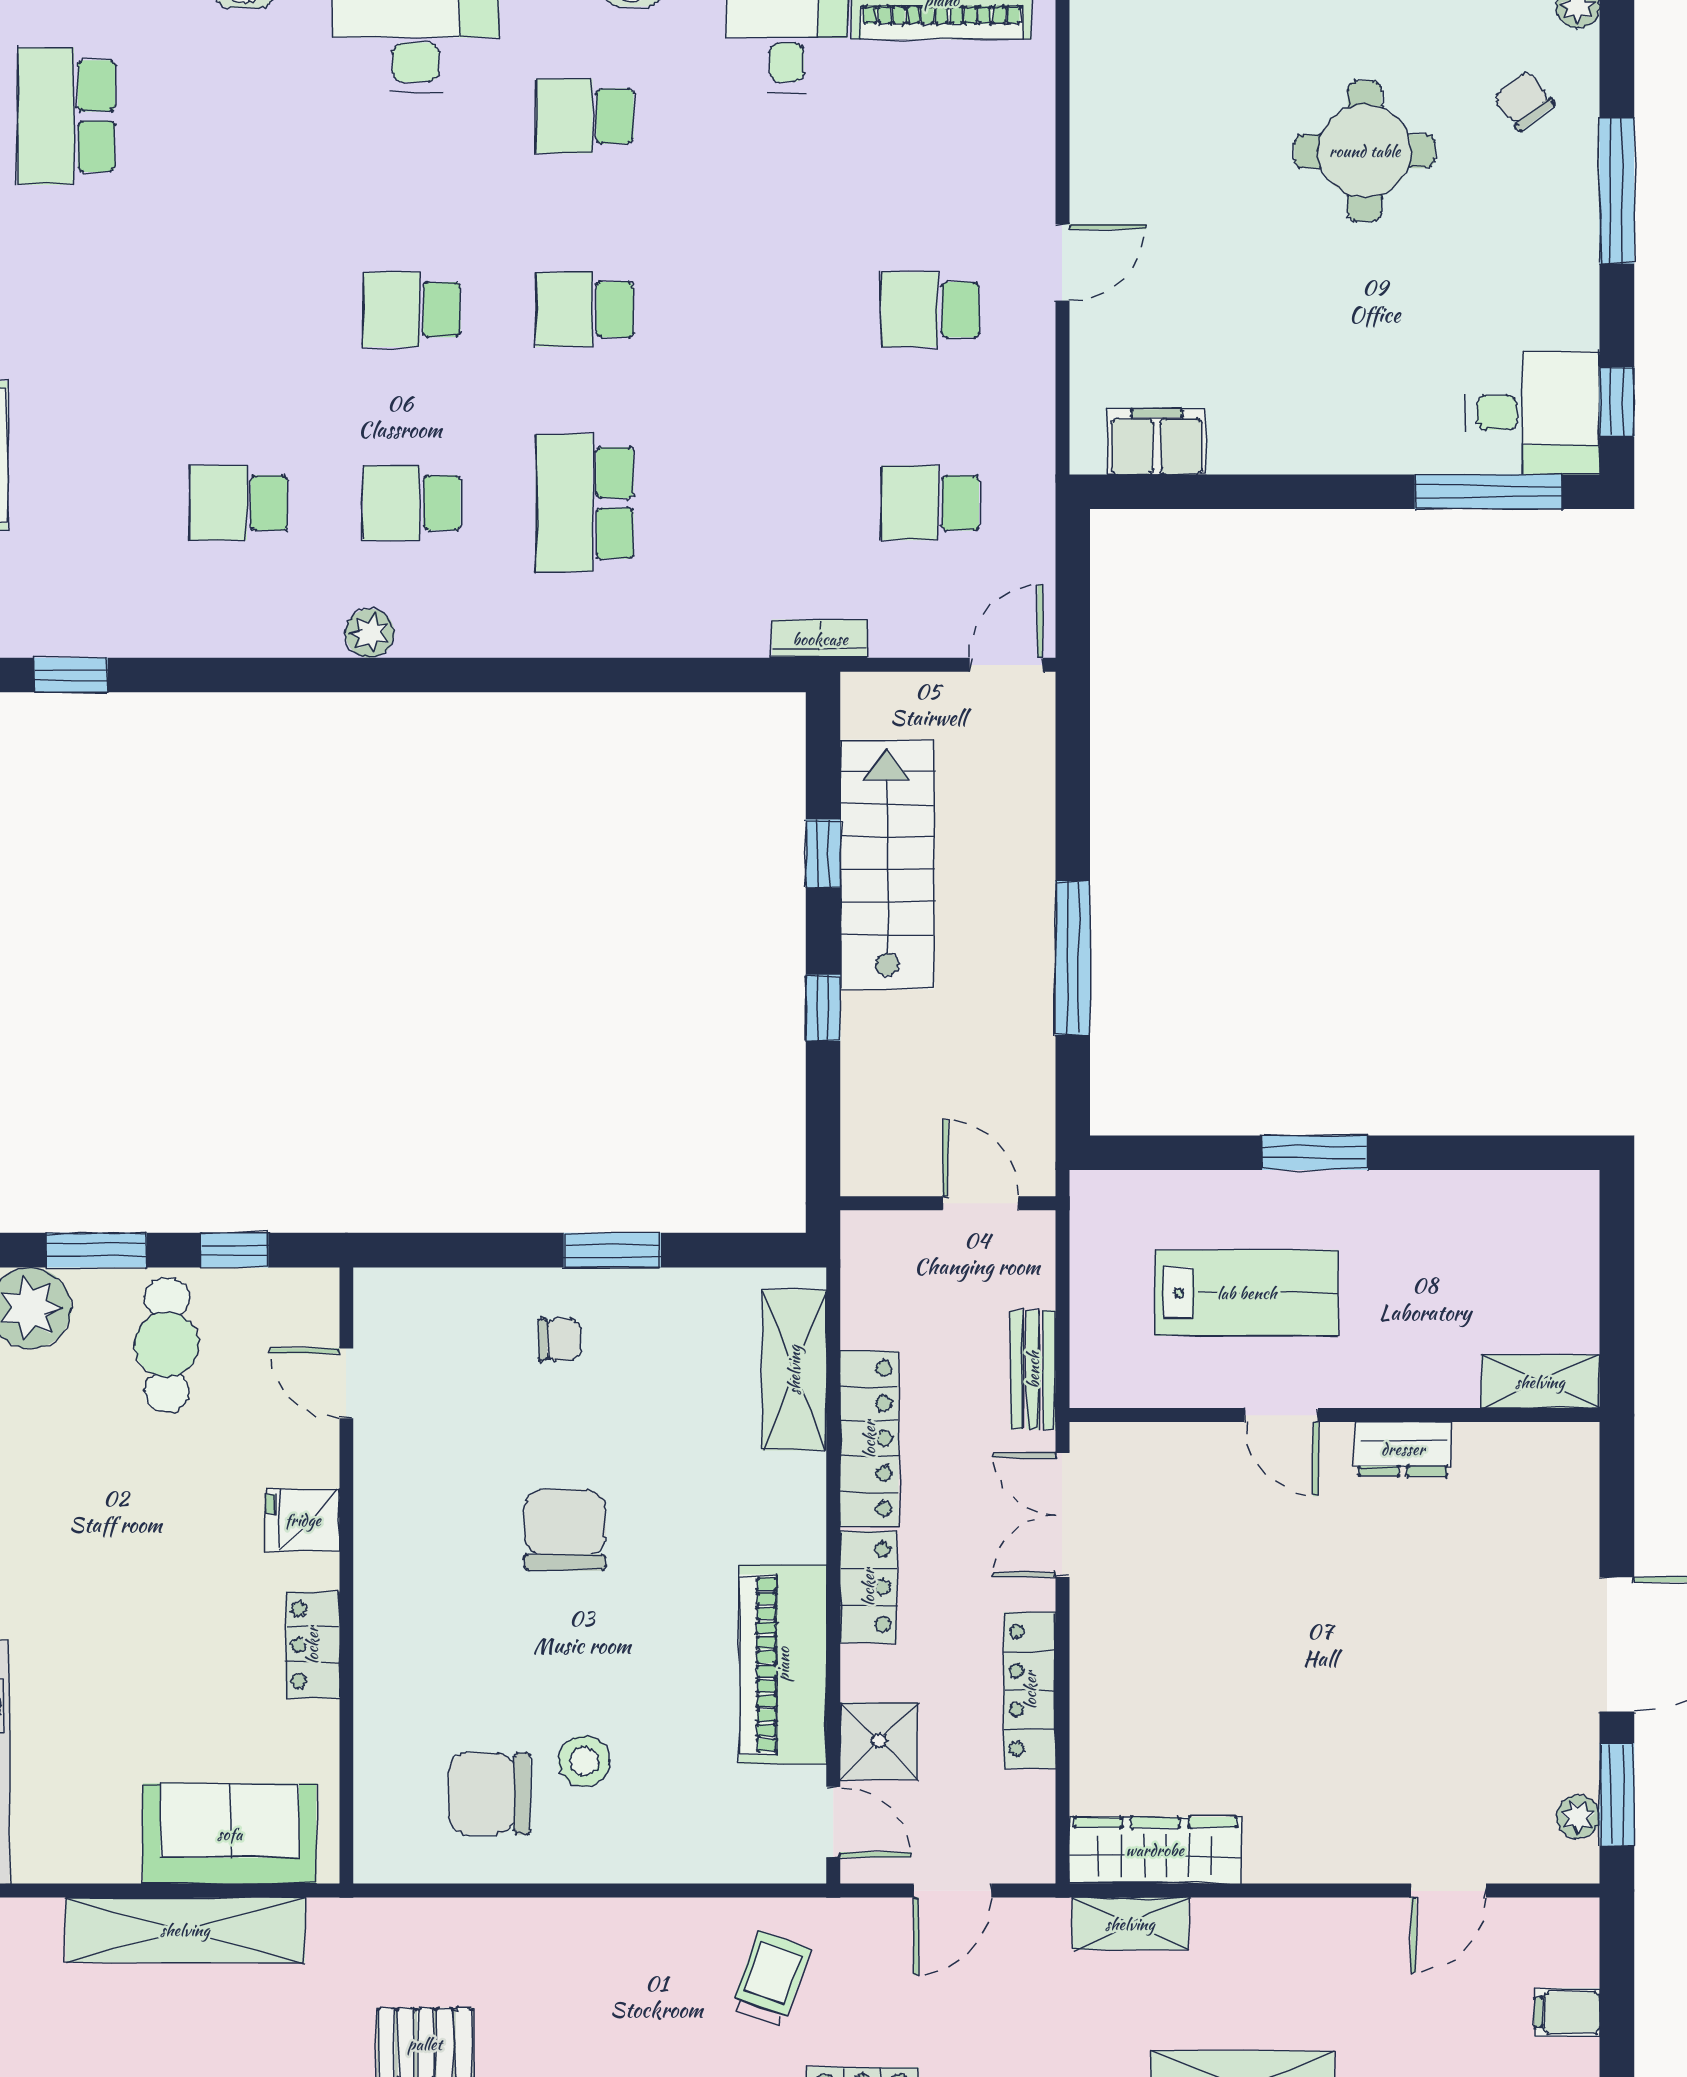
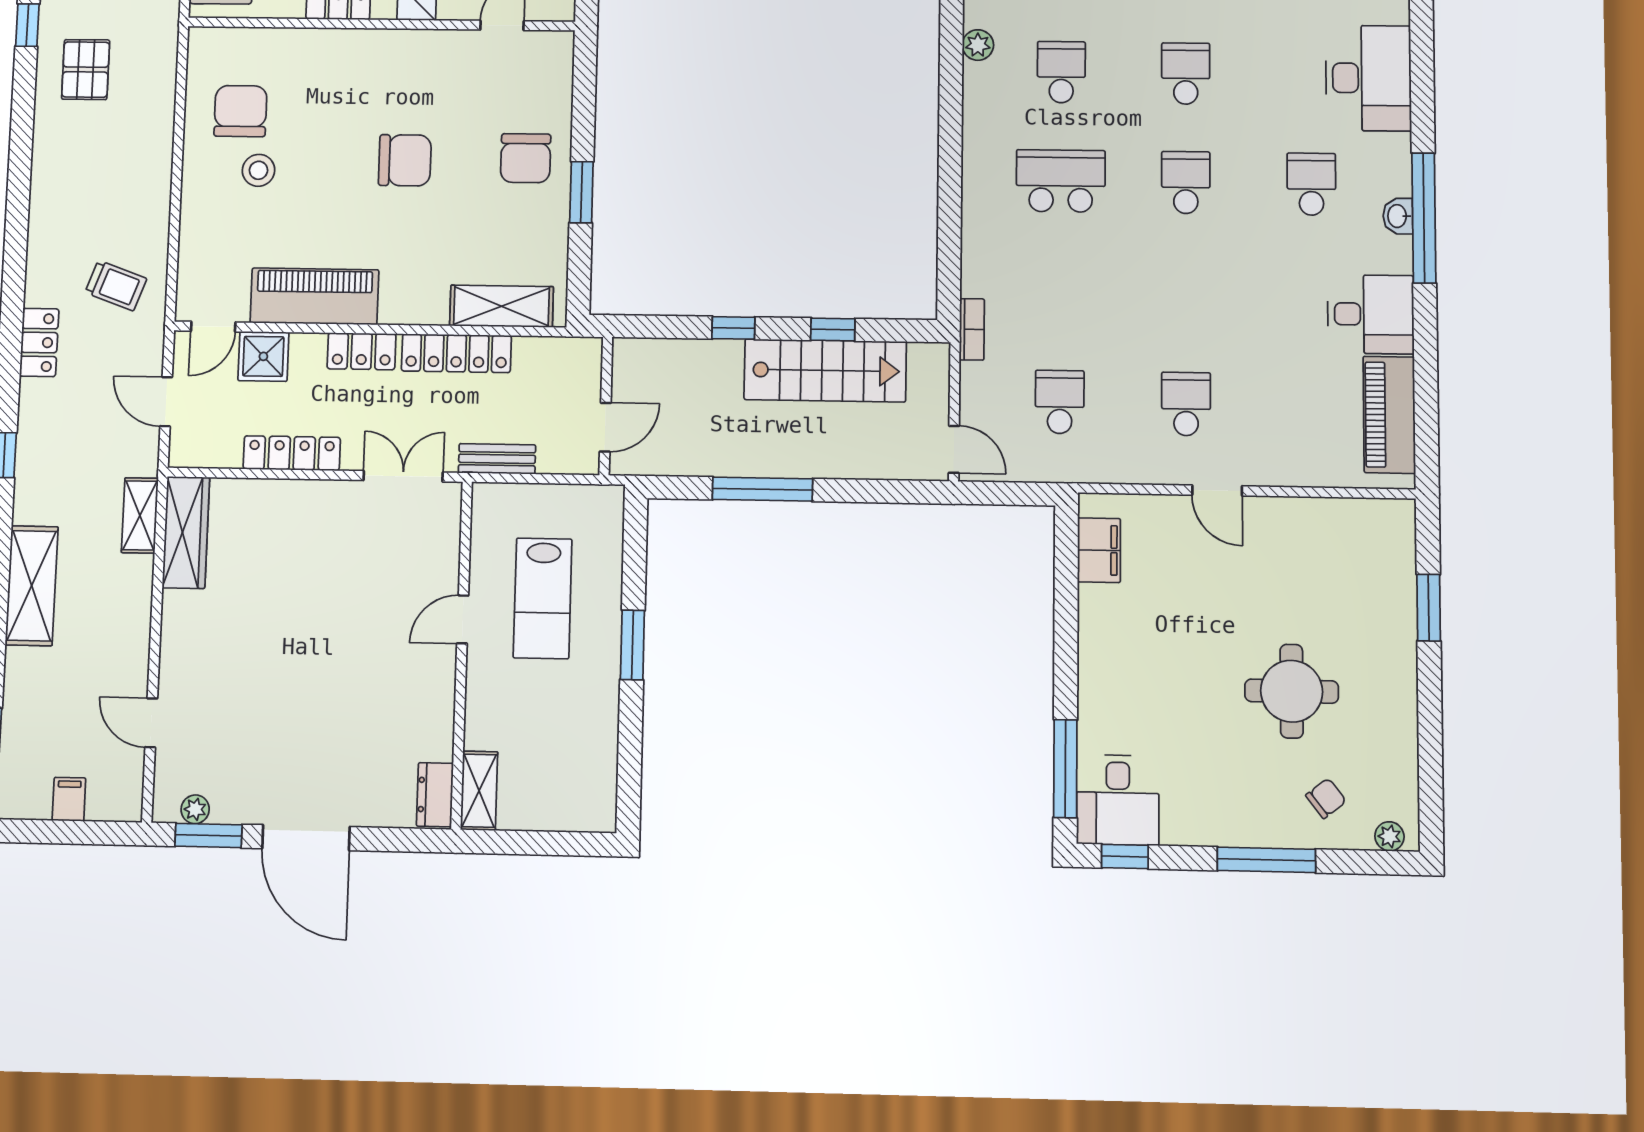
chair: (559, 1340) -> (526, 158), width x1.87, depth x1.87
dresser: (1403, 1449) -> (435, 795), moved

